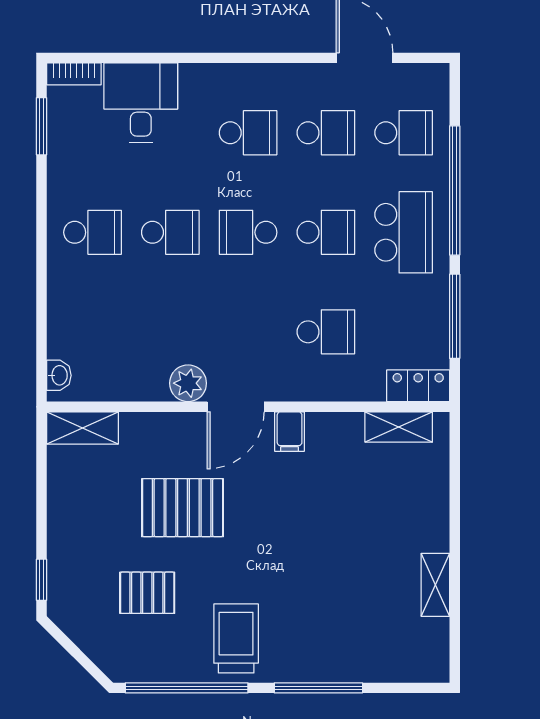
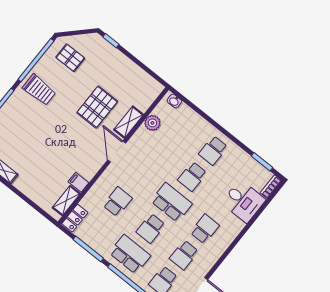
school desk: (248, 133) -> (205, 229), turned 180
school desk: (248, 232) -> (171, 202), width x1.85
school desk: (404, 232) -> (130, 254), turned 180
school desk: (326, 332) -> (117, 202), turned 180
plant: (188, 383) -> (152, 123), moved
shelving: (82, 428) -> (129, 122), moved
filing cabinet: (290, 432) -> (78, 182), moved
pallet: (147, 593) -> (70, 58), moved, turned 90

